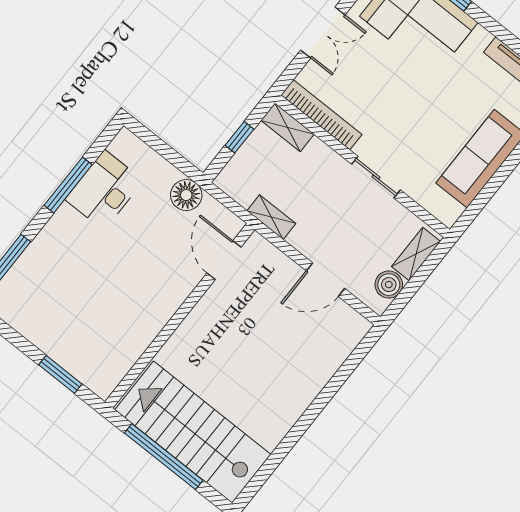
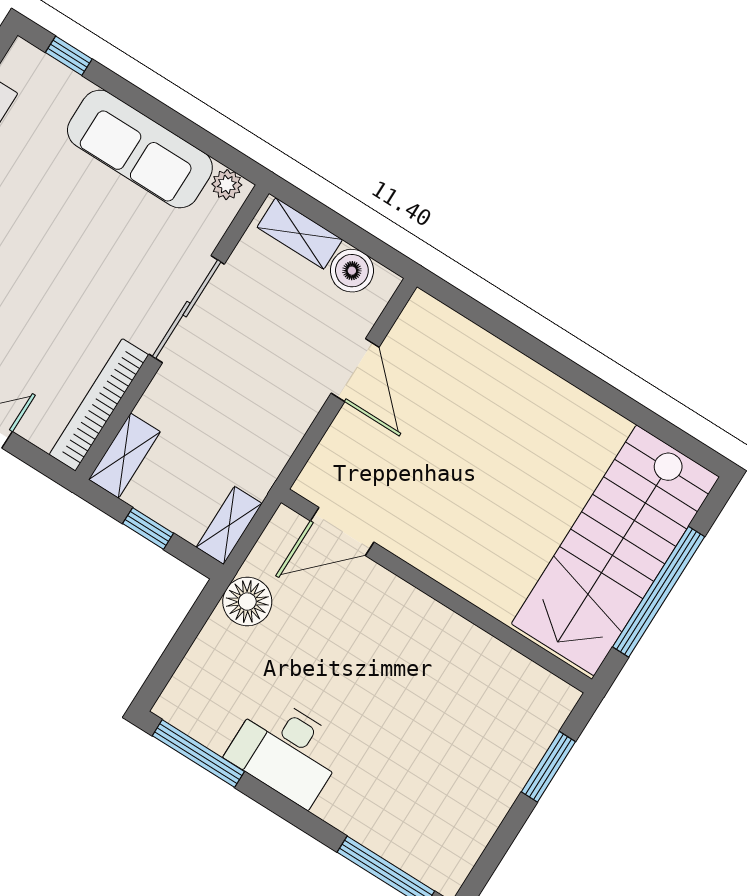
sliding door: (376, 177) -> (187, 309), width x1.37
window: (68, 185) -> (198, 754), moved
desk: (104, 190) -> (286, 751), moved
plant: (452, 211) -> (227, 185), added
shelving: (271, 217) -> (229, 525), moved

